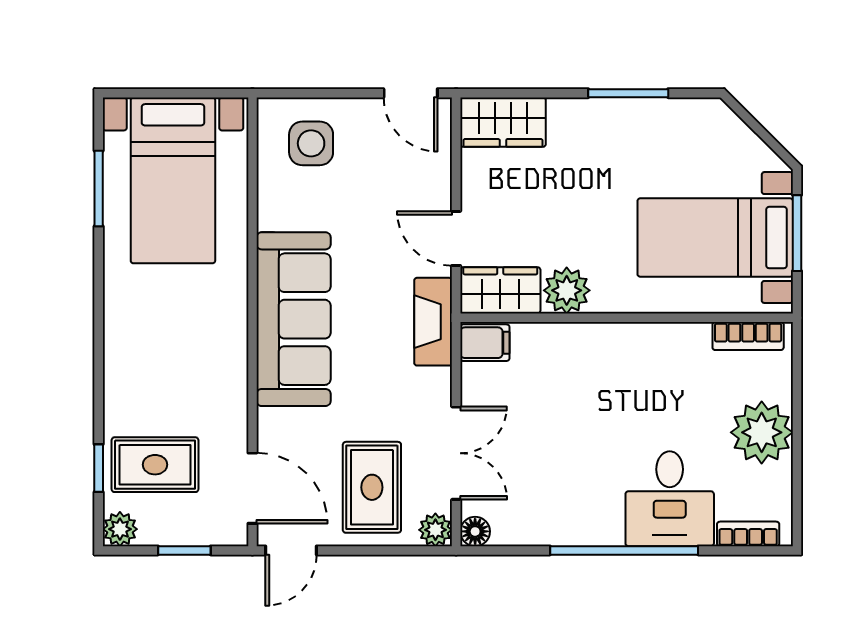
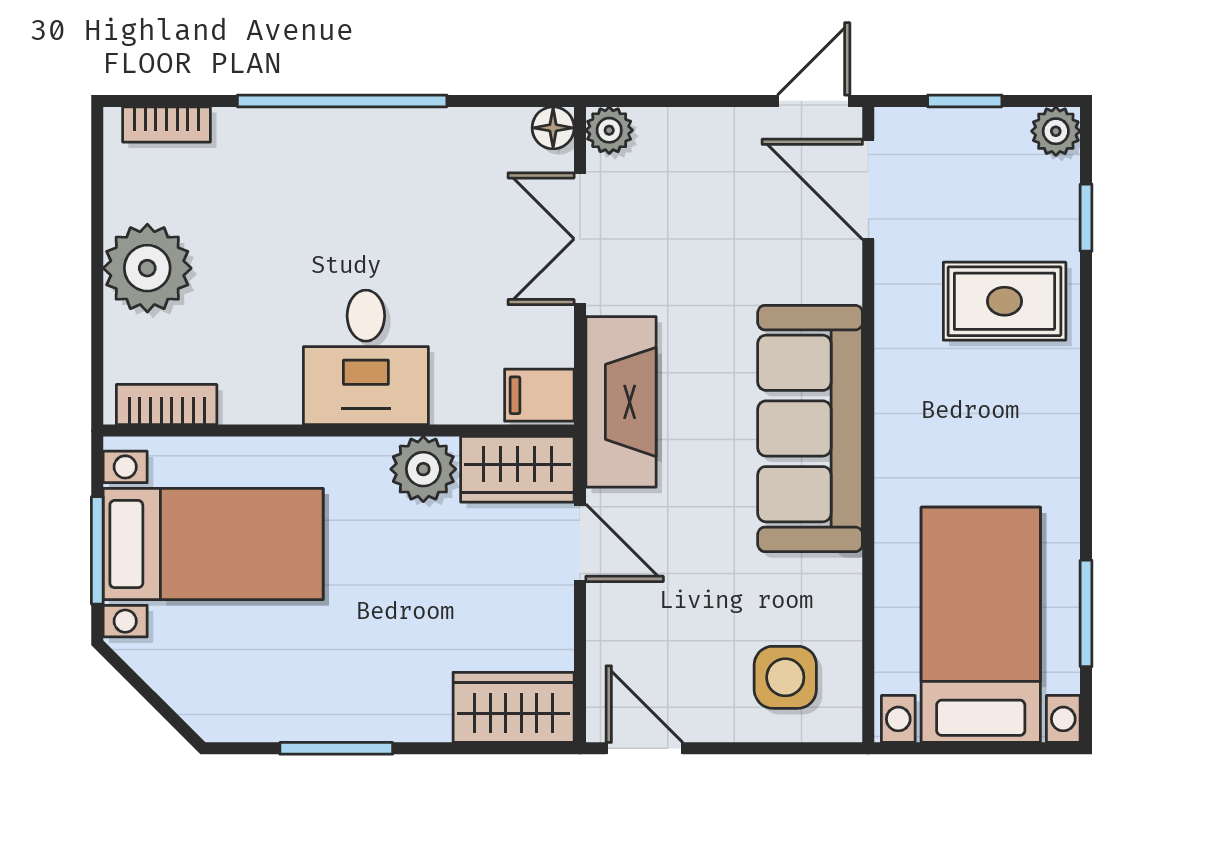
fireplace: (433, 322) -> (621, 402), width x1.37, depth x1.32
rug: (155, 465) -> (1005, 301), moved
rug: (372, 487) -> (699, 190), removed
desk: (670, 499) -> (366, 357), moved, turned 180

